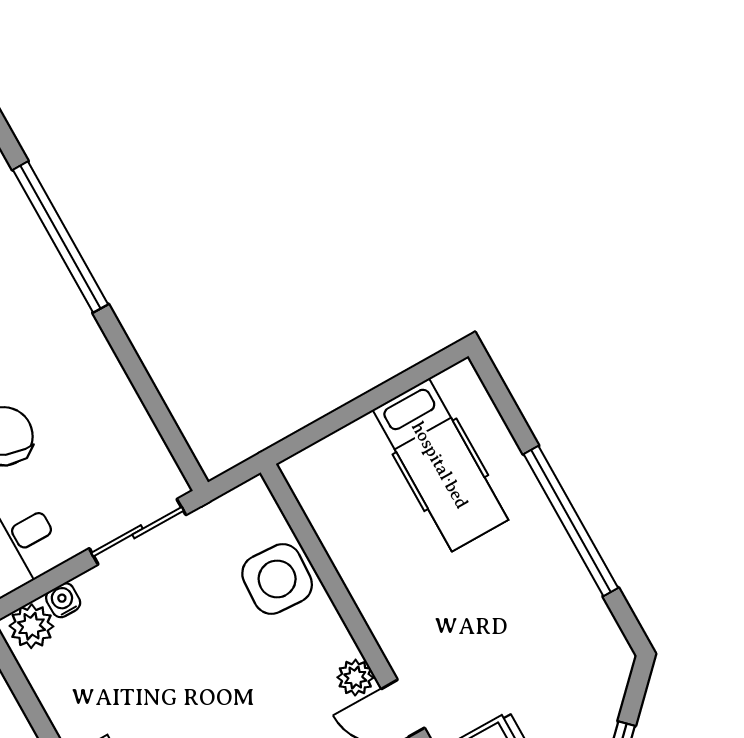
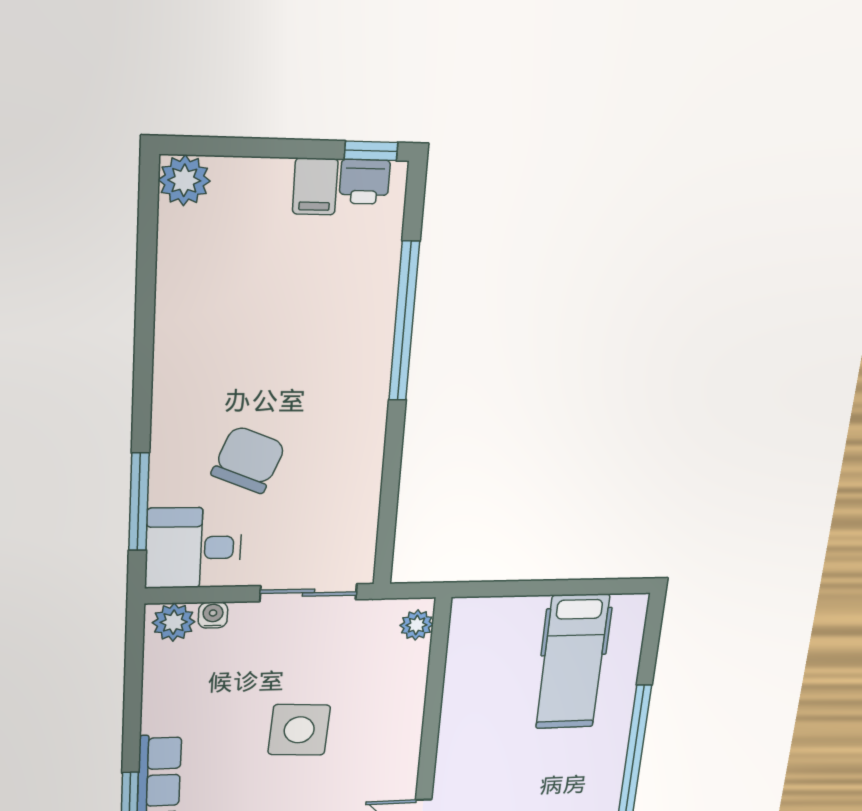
side table: (277, 579) -> (299, 730), moved
plant: (355, 678) -> (417, 625), moved

